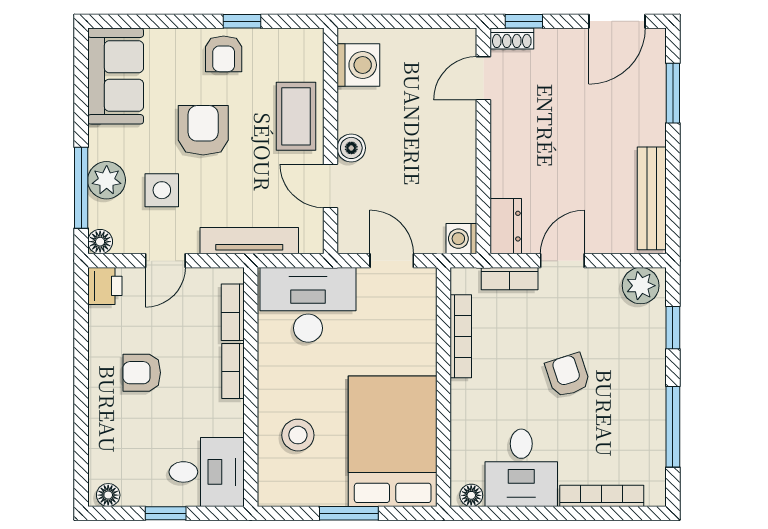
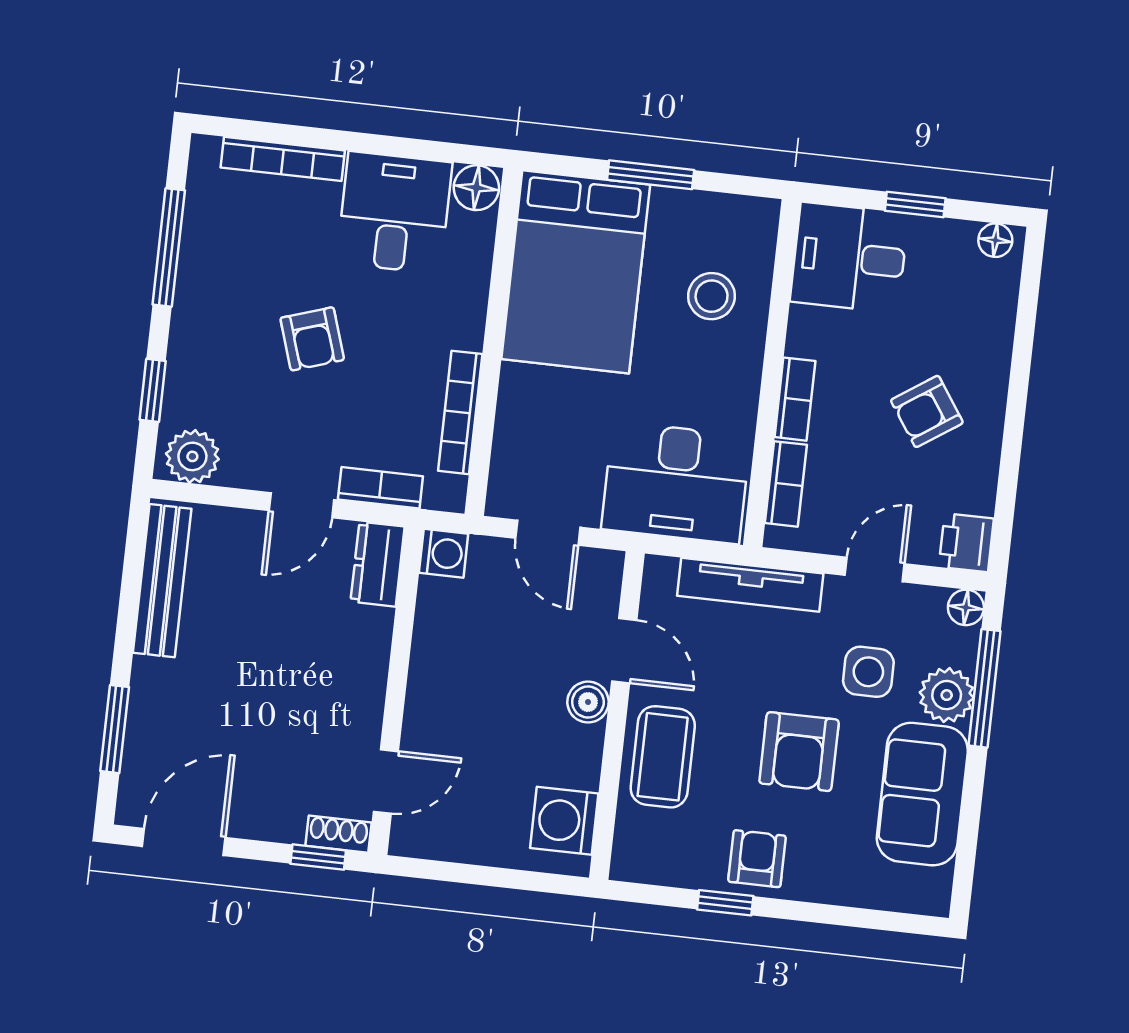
sofa: (116, 76) -> (922, 794), moved
armchair: (142, 373) -> (927, 411), turned 146
floor lamp: (471, 495) -> (476, 188), width x1.37, depth x1.37

